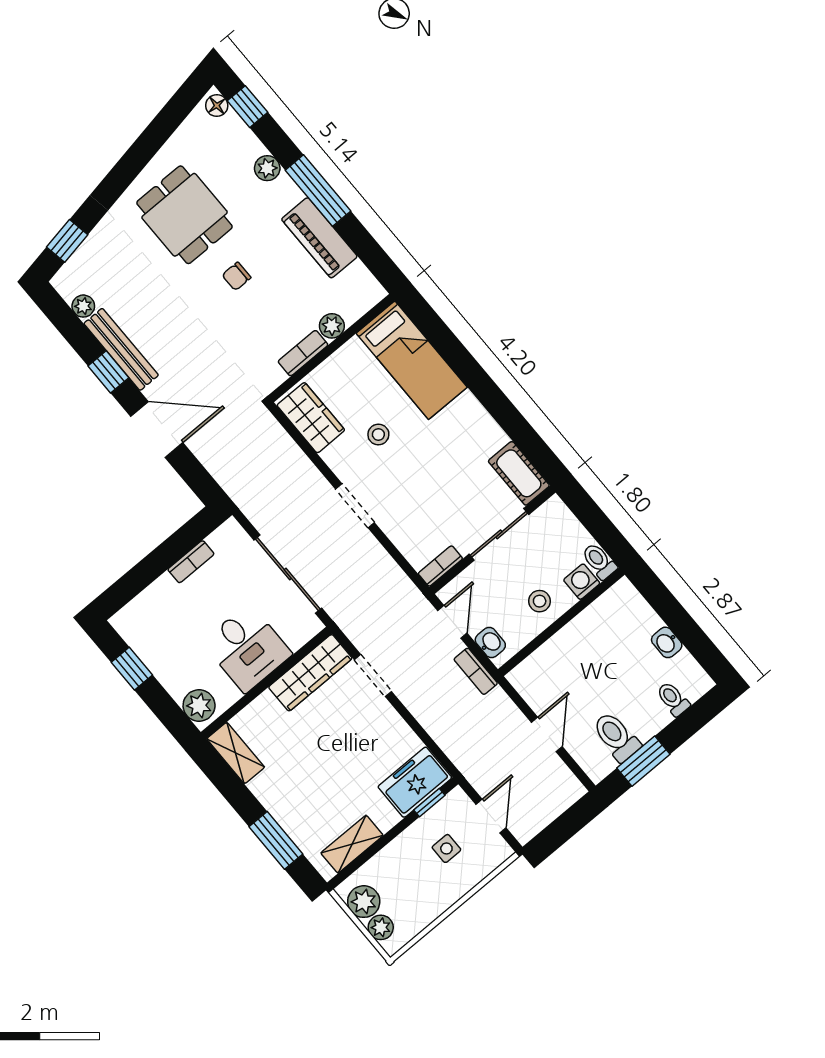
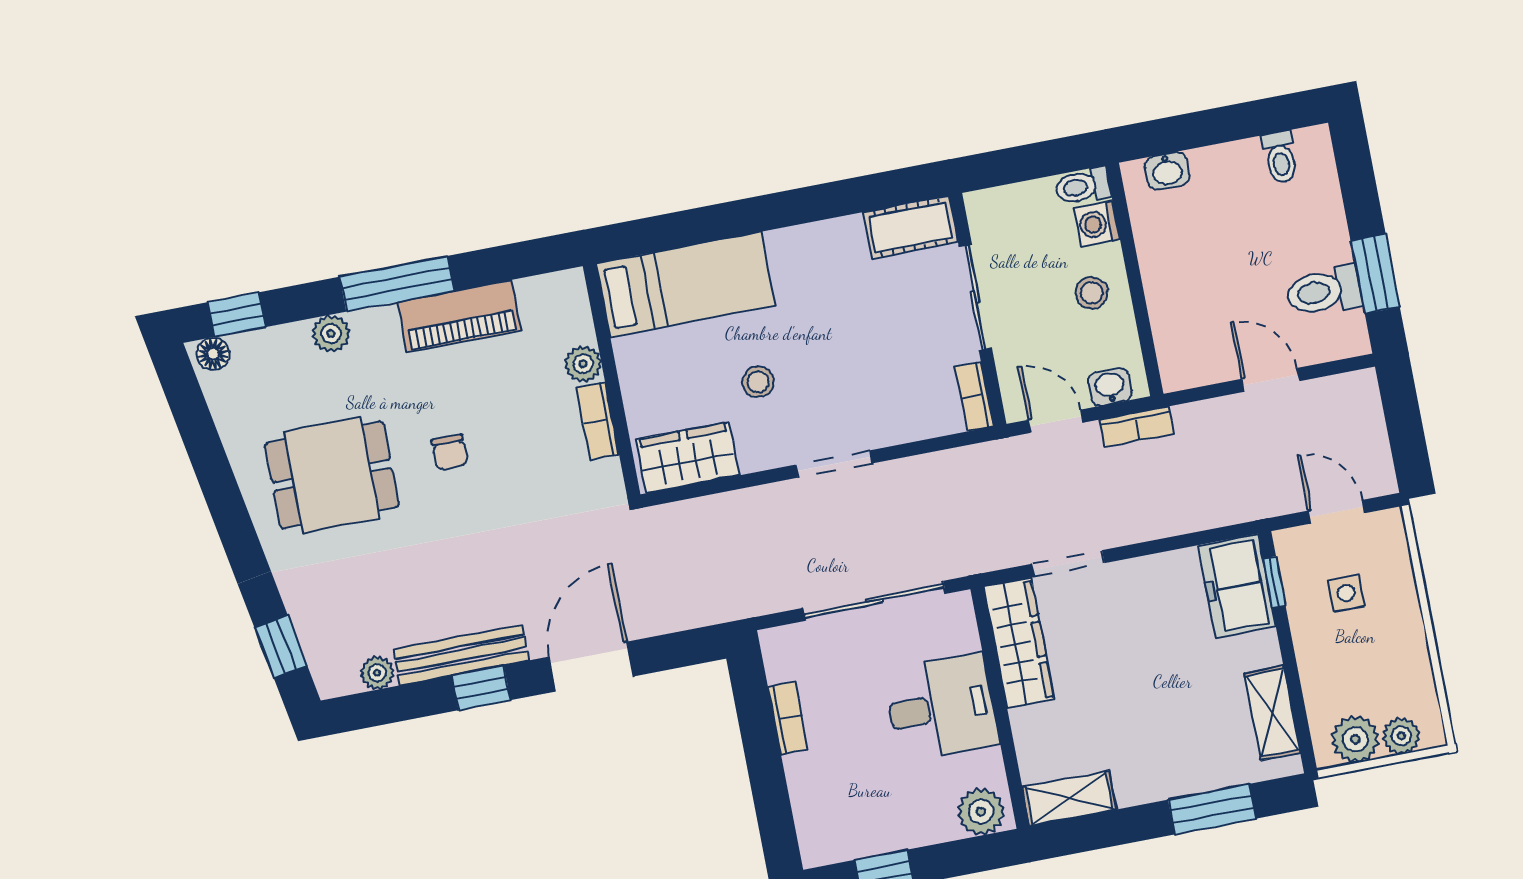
washbasin: (667, 642) -> (1167, 171), moved
toilet: (673, 699) -> (1280, 157), moved, turned -90

